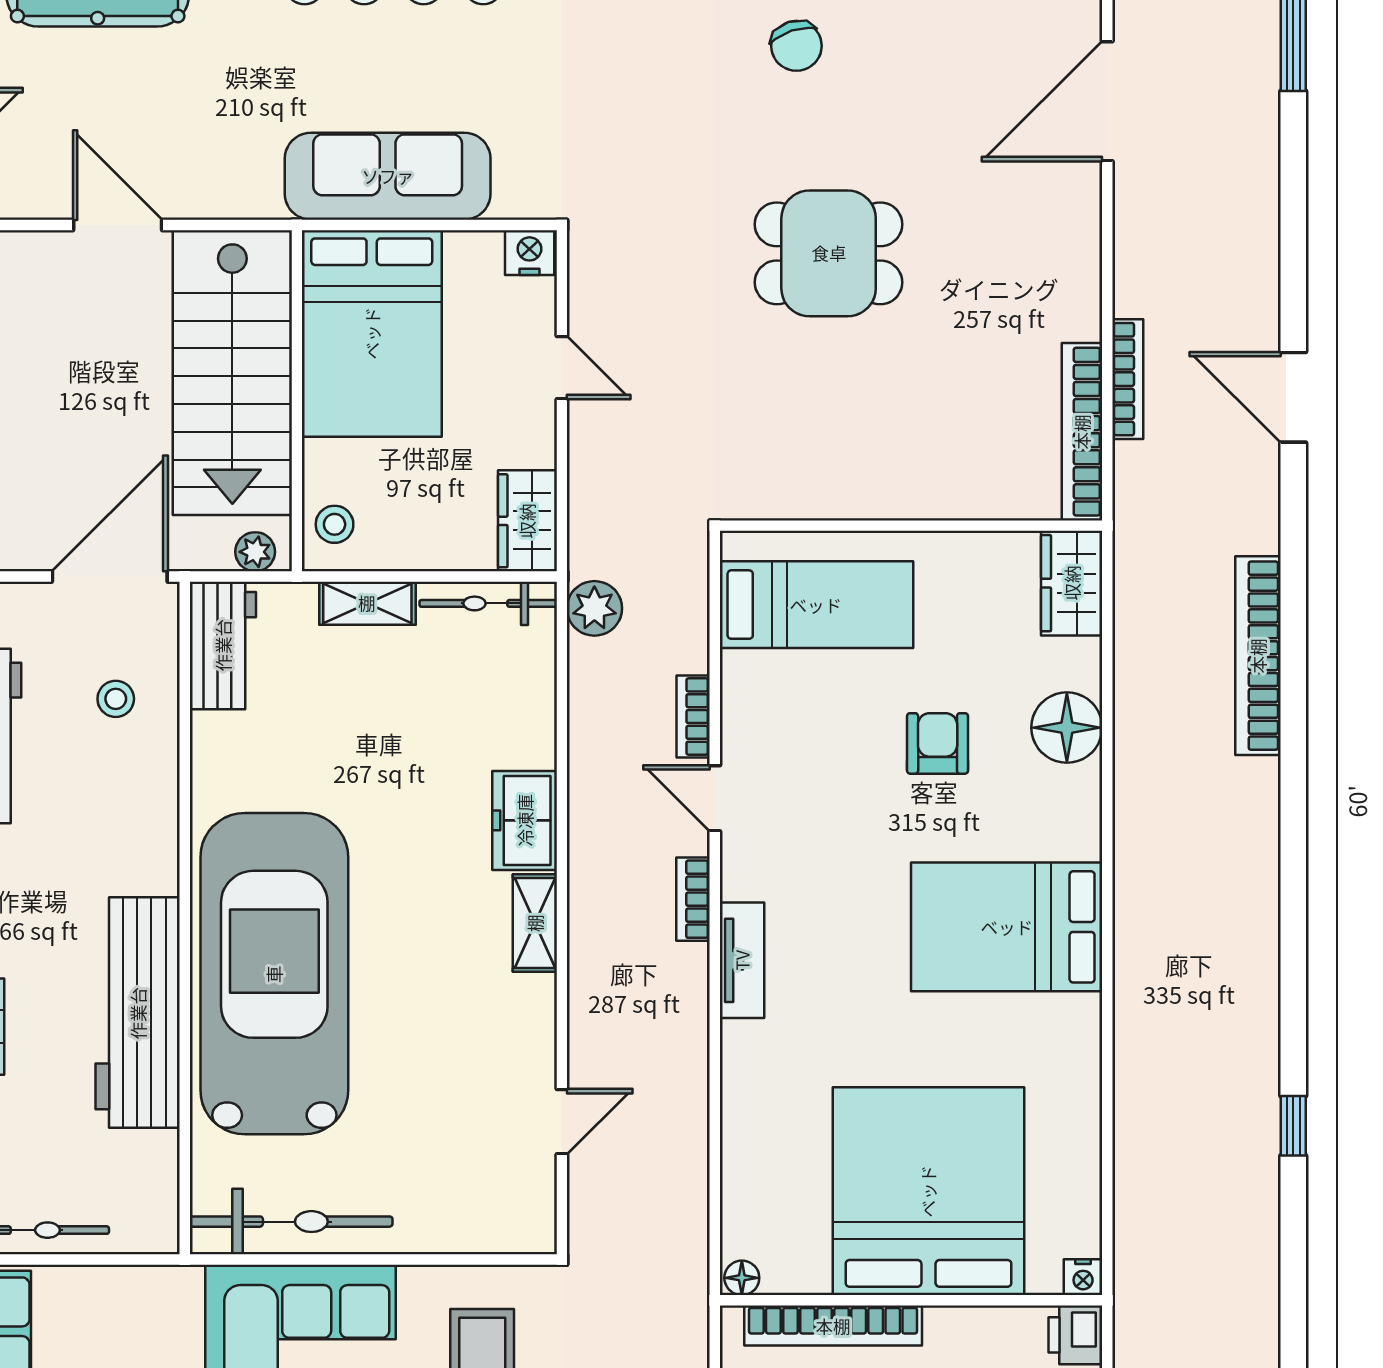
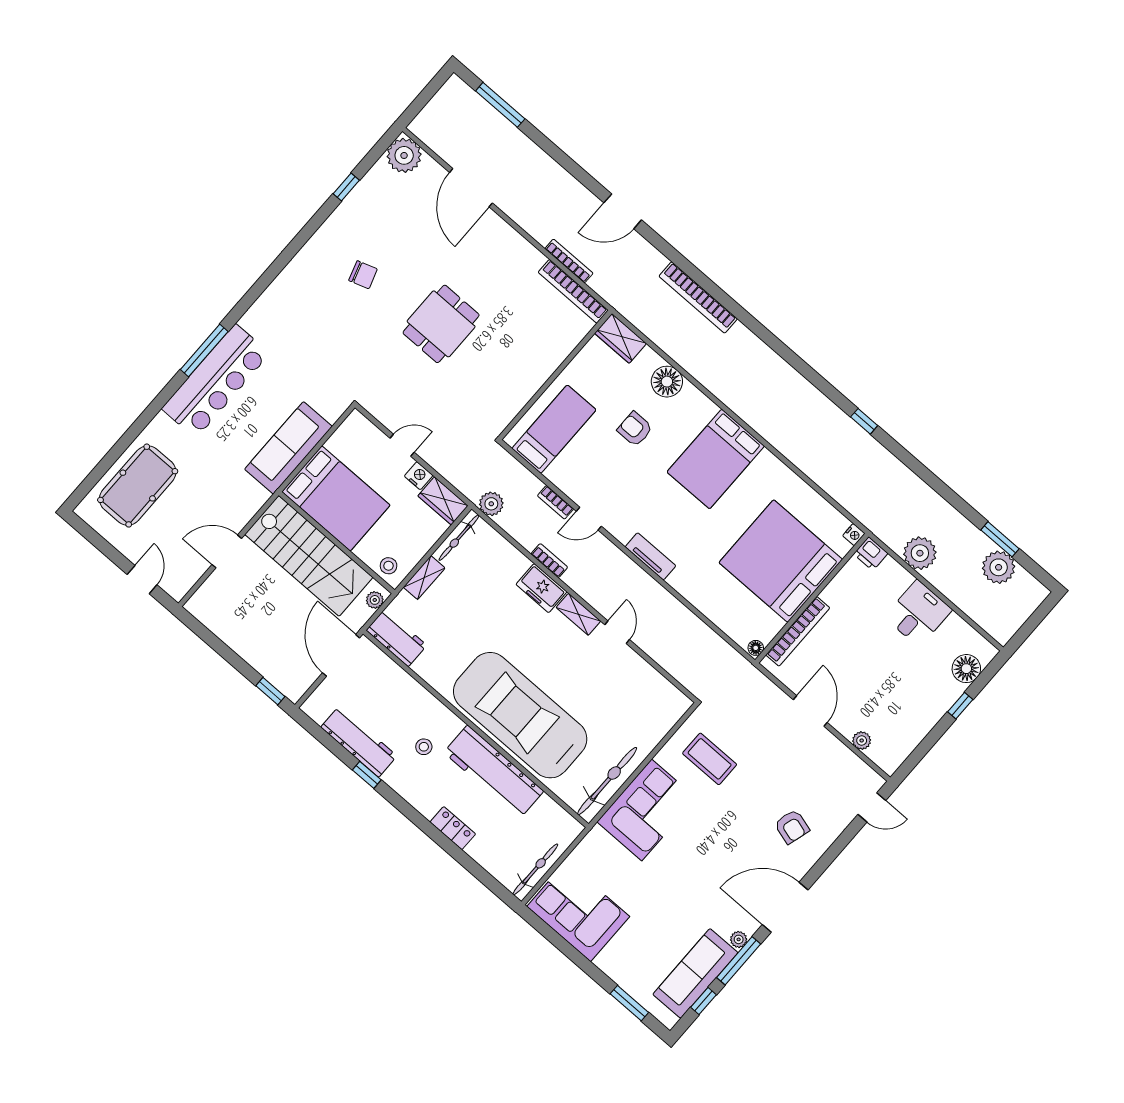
nightstand: (530, 253) -> (419, 476), moved, turned 90
stool: (116, 699) -> (424, 747), moved
bookcase: (693, 899) -> (549, 561), moved, turned 180
door: (562, 1122) -> (617, 632), moved

